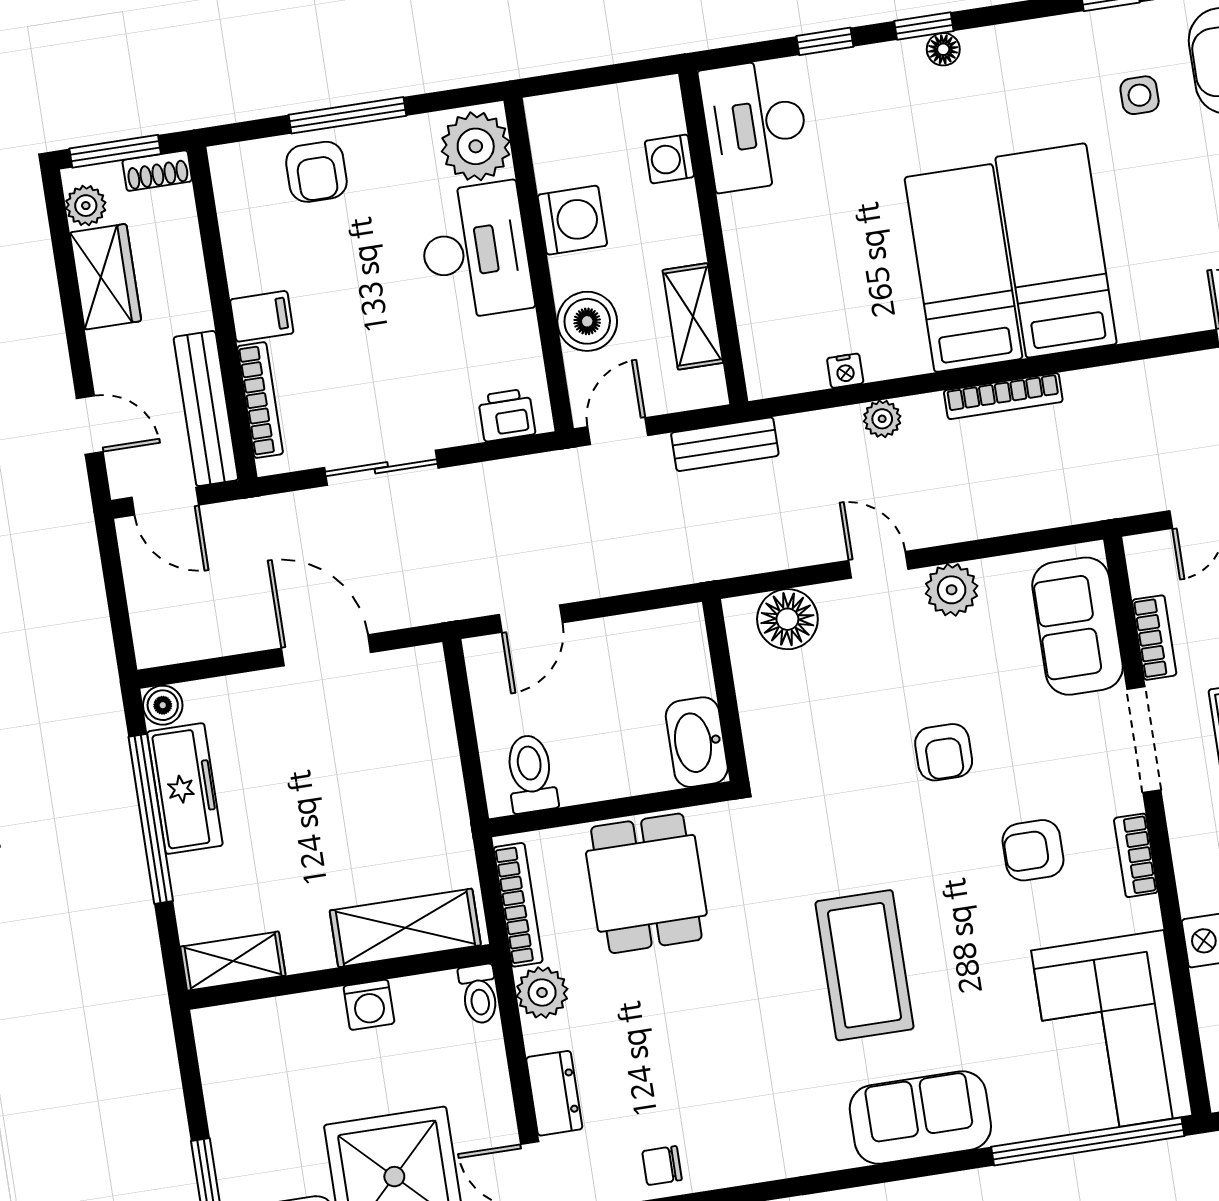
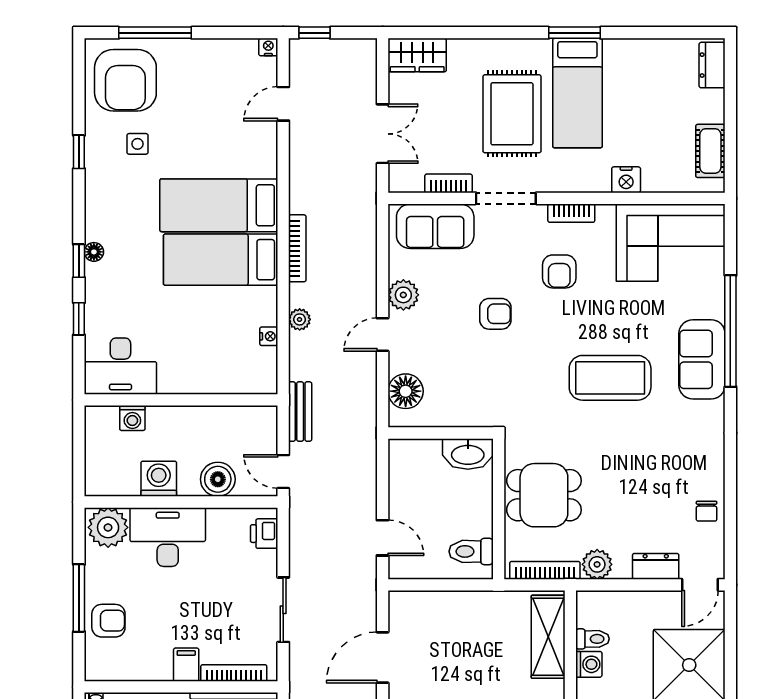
shelving: (693, 316) -> (224, 419), removed
toilet: (479, 994) -> (592, 639), moved
window: (1088, 1141) -> (730, 331), moved

